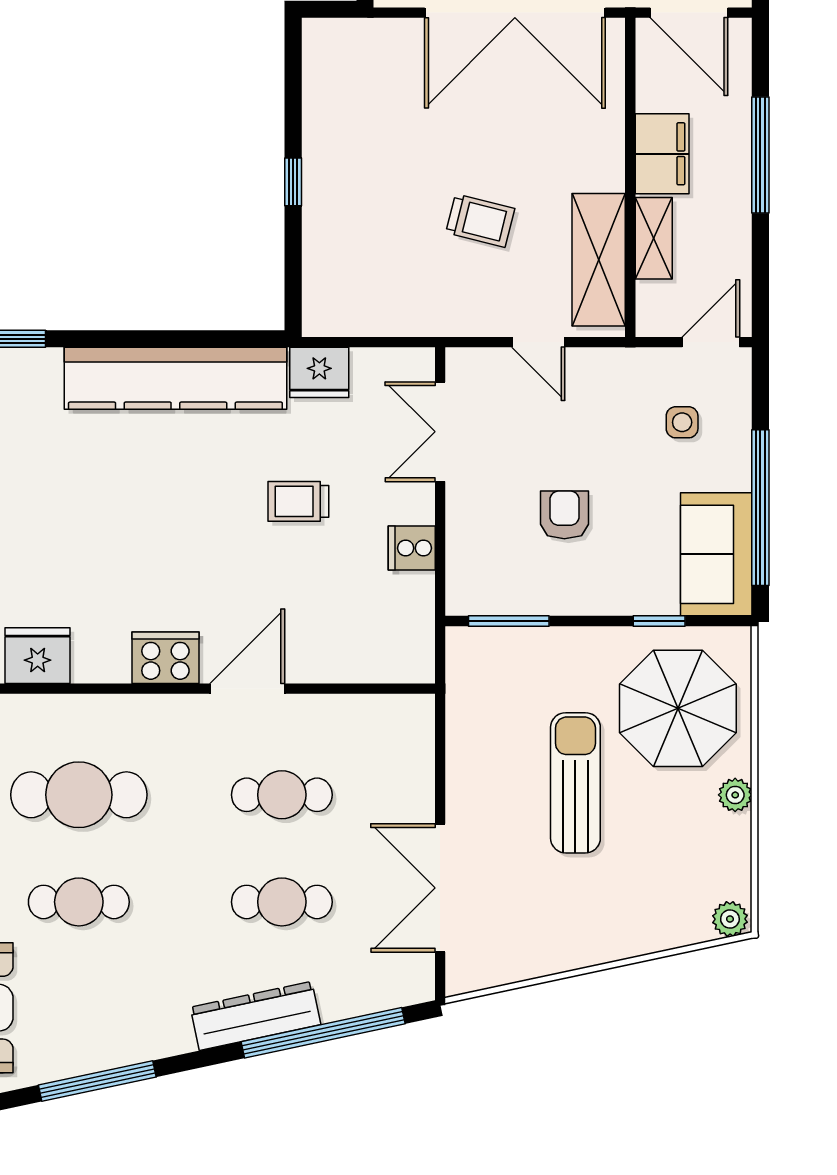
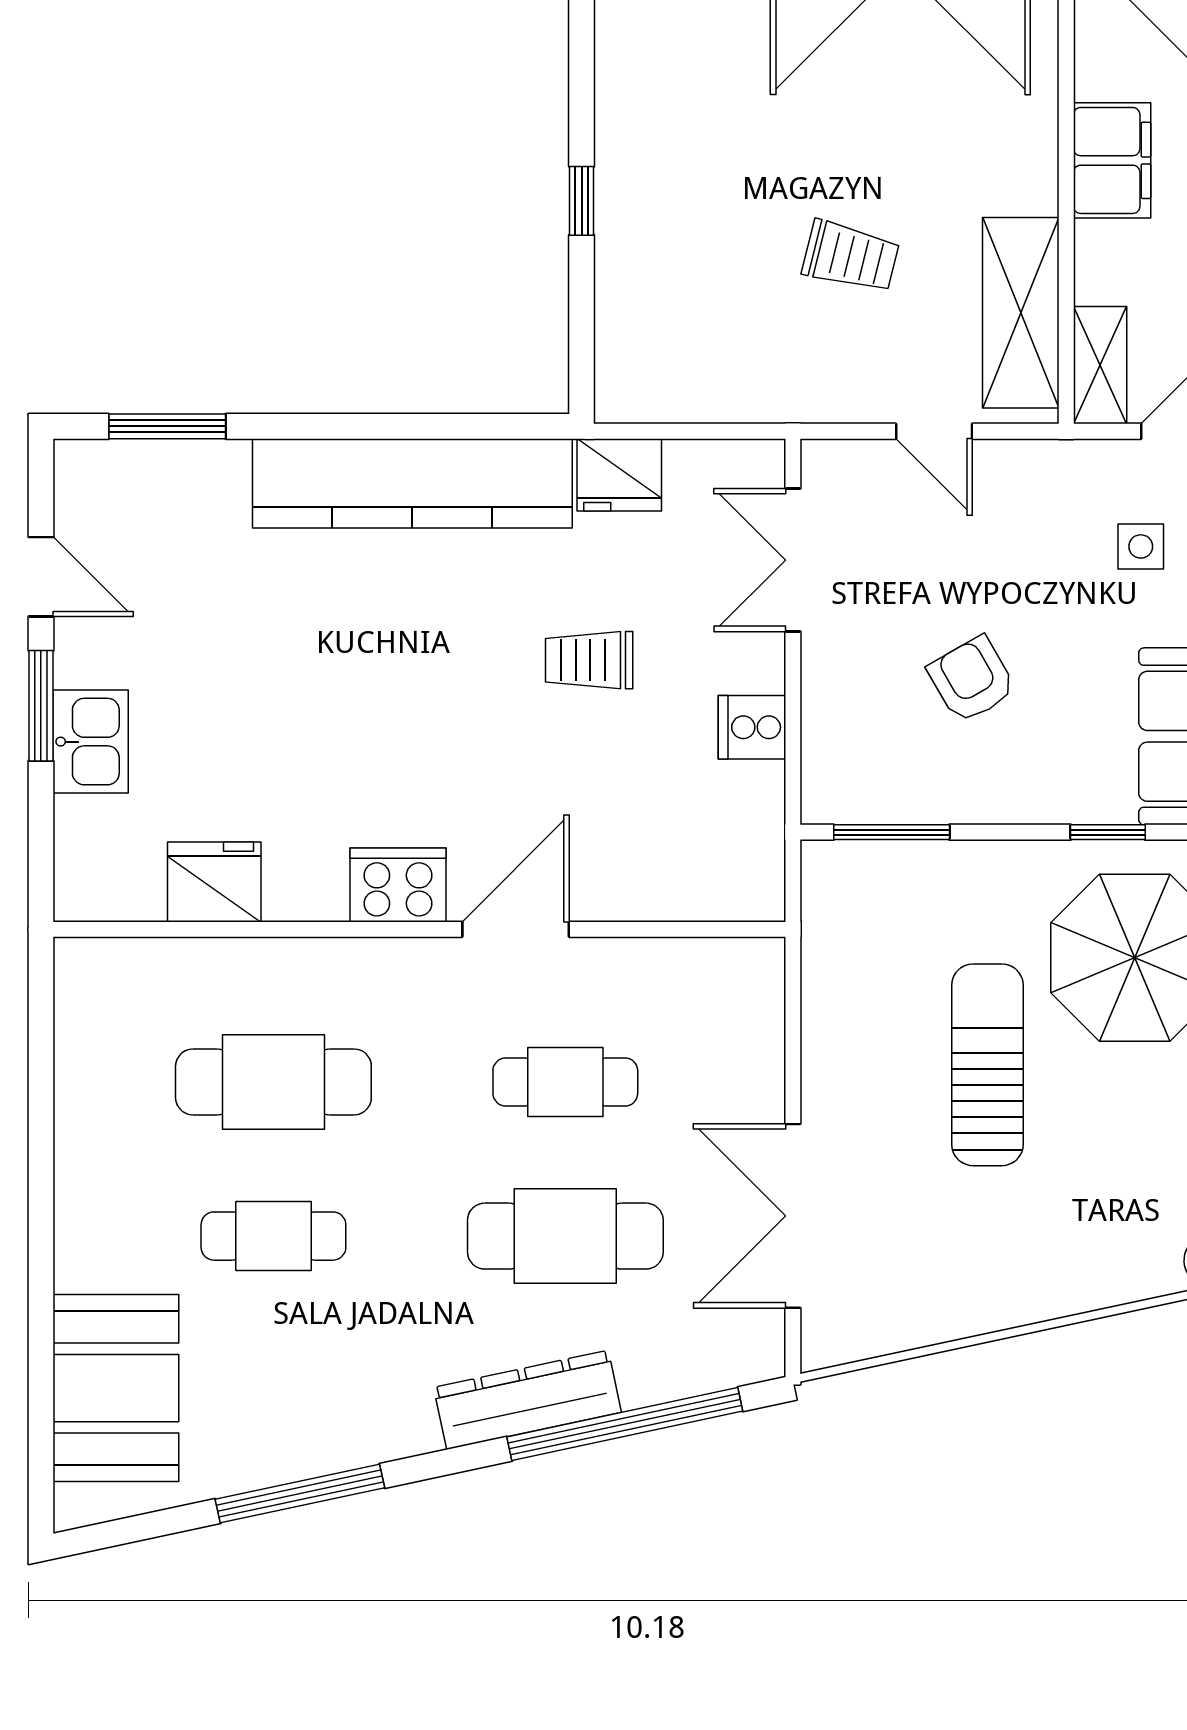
shelving: (654, 238) -> (1100, 365), moved
armchair: (564, 515) -> (972, 680), turned -30
cafe table: (282, 902) -> (565, 1236), width x1.37, depth x1.35

